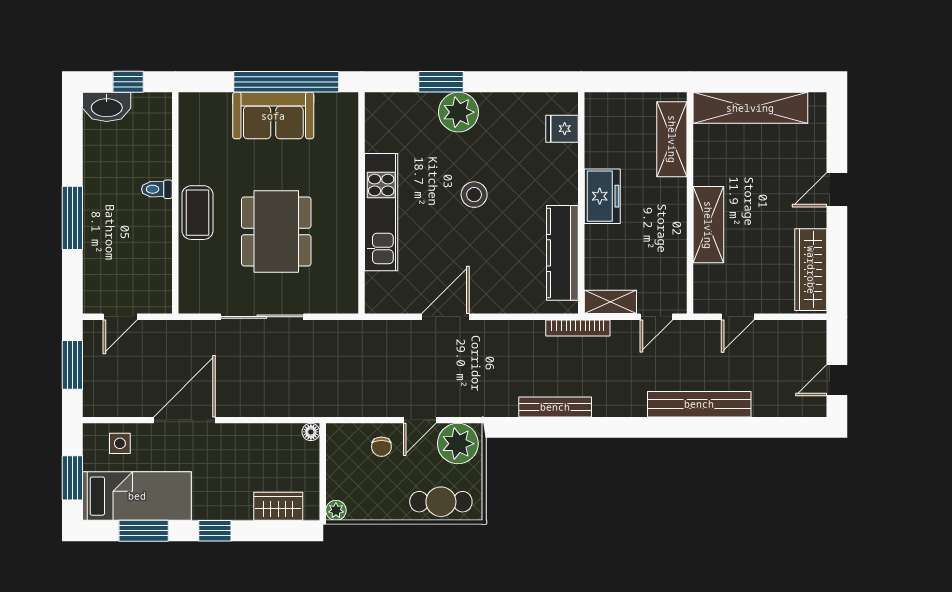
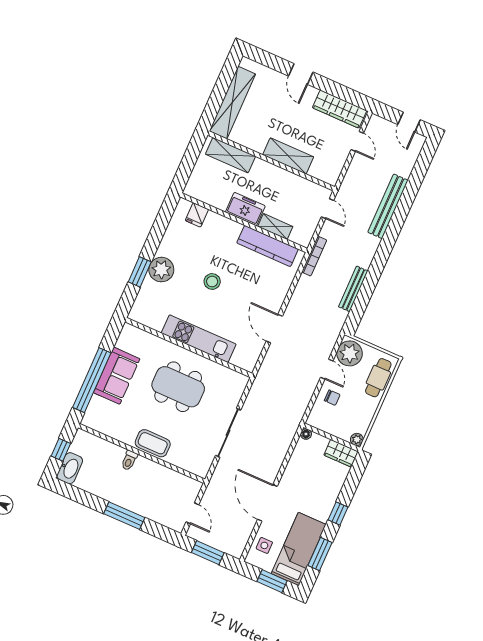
window: (286, 82) -> (92, 380), moved
dining table: (276, 232) -> (178, 387), moved
shelving: (610, 302) -> (275, 226), moved, turned 90
door: (738, 317) -> (357, 141), moved
wardrobe: (278, 506) -> (341, 453), moved, turned -90

